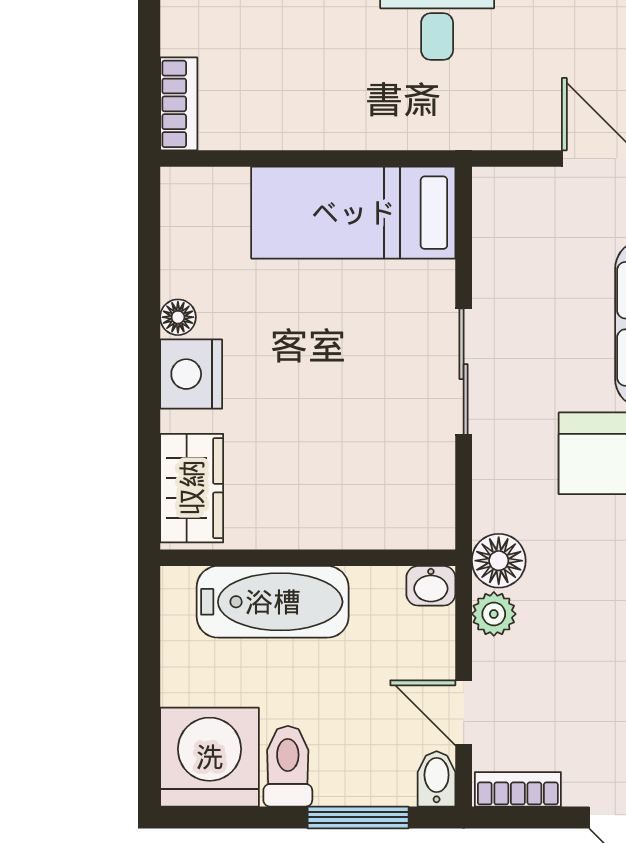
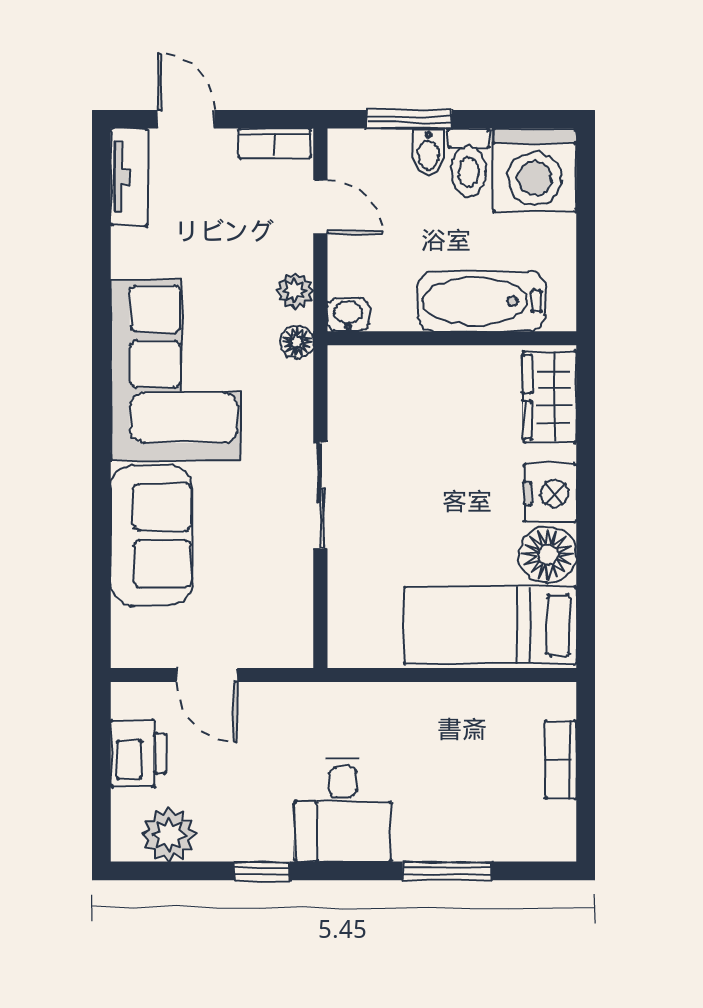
bookcase: (179, 104) -> (561, 760), moved
bed: (353, 213) -> (490, 625), moved, turned 180
floor lamp: (178, 317) -> (548, 554), width x1.89, depth x1.89
floor lamp: (499, 561) -> (297, 342), width x0.73, depth x0.73
bidet: (437, 779) -> (428, 152), moved

